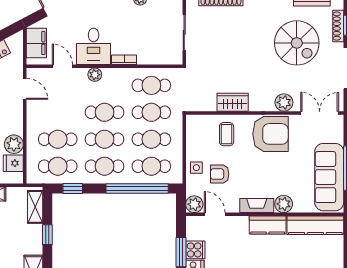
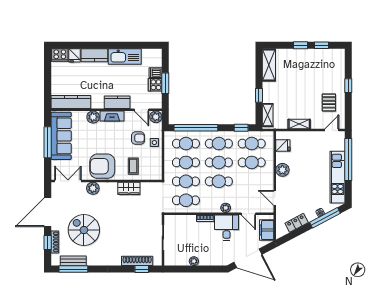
double door: (320, 113) -> (68, 181), swing flipped
plant: (14, 144) -> (282, 170), moved
kitchen counter: (268, 225) -> (117, 102), moved

